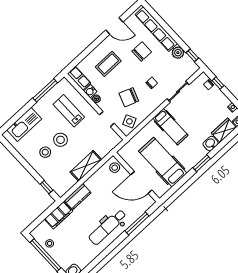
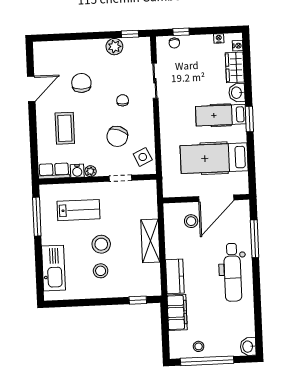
row of seats: (156, 29) -> (71, 48), removed
lab bench: (69, 111) -> (79, 210), turned 180
hospital bed: (170, 127) -> (221, 115), moved, turned 180
stool: (115, 168) -> (191, 221), moved

